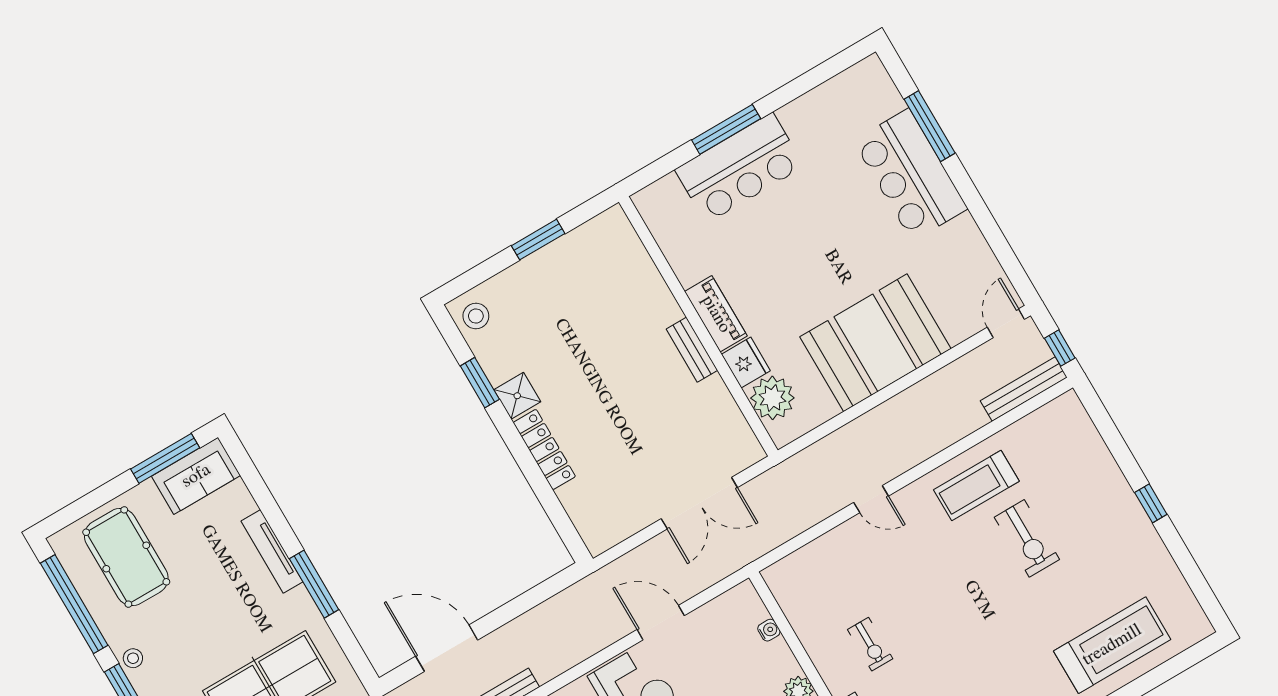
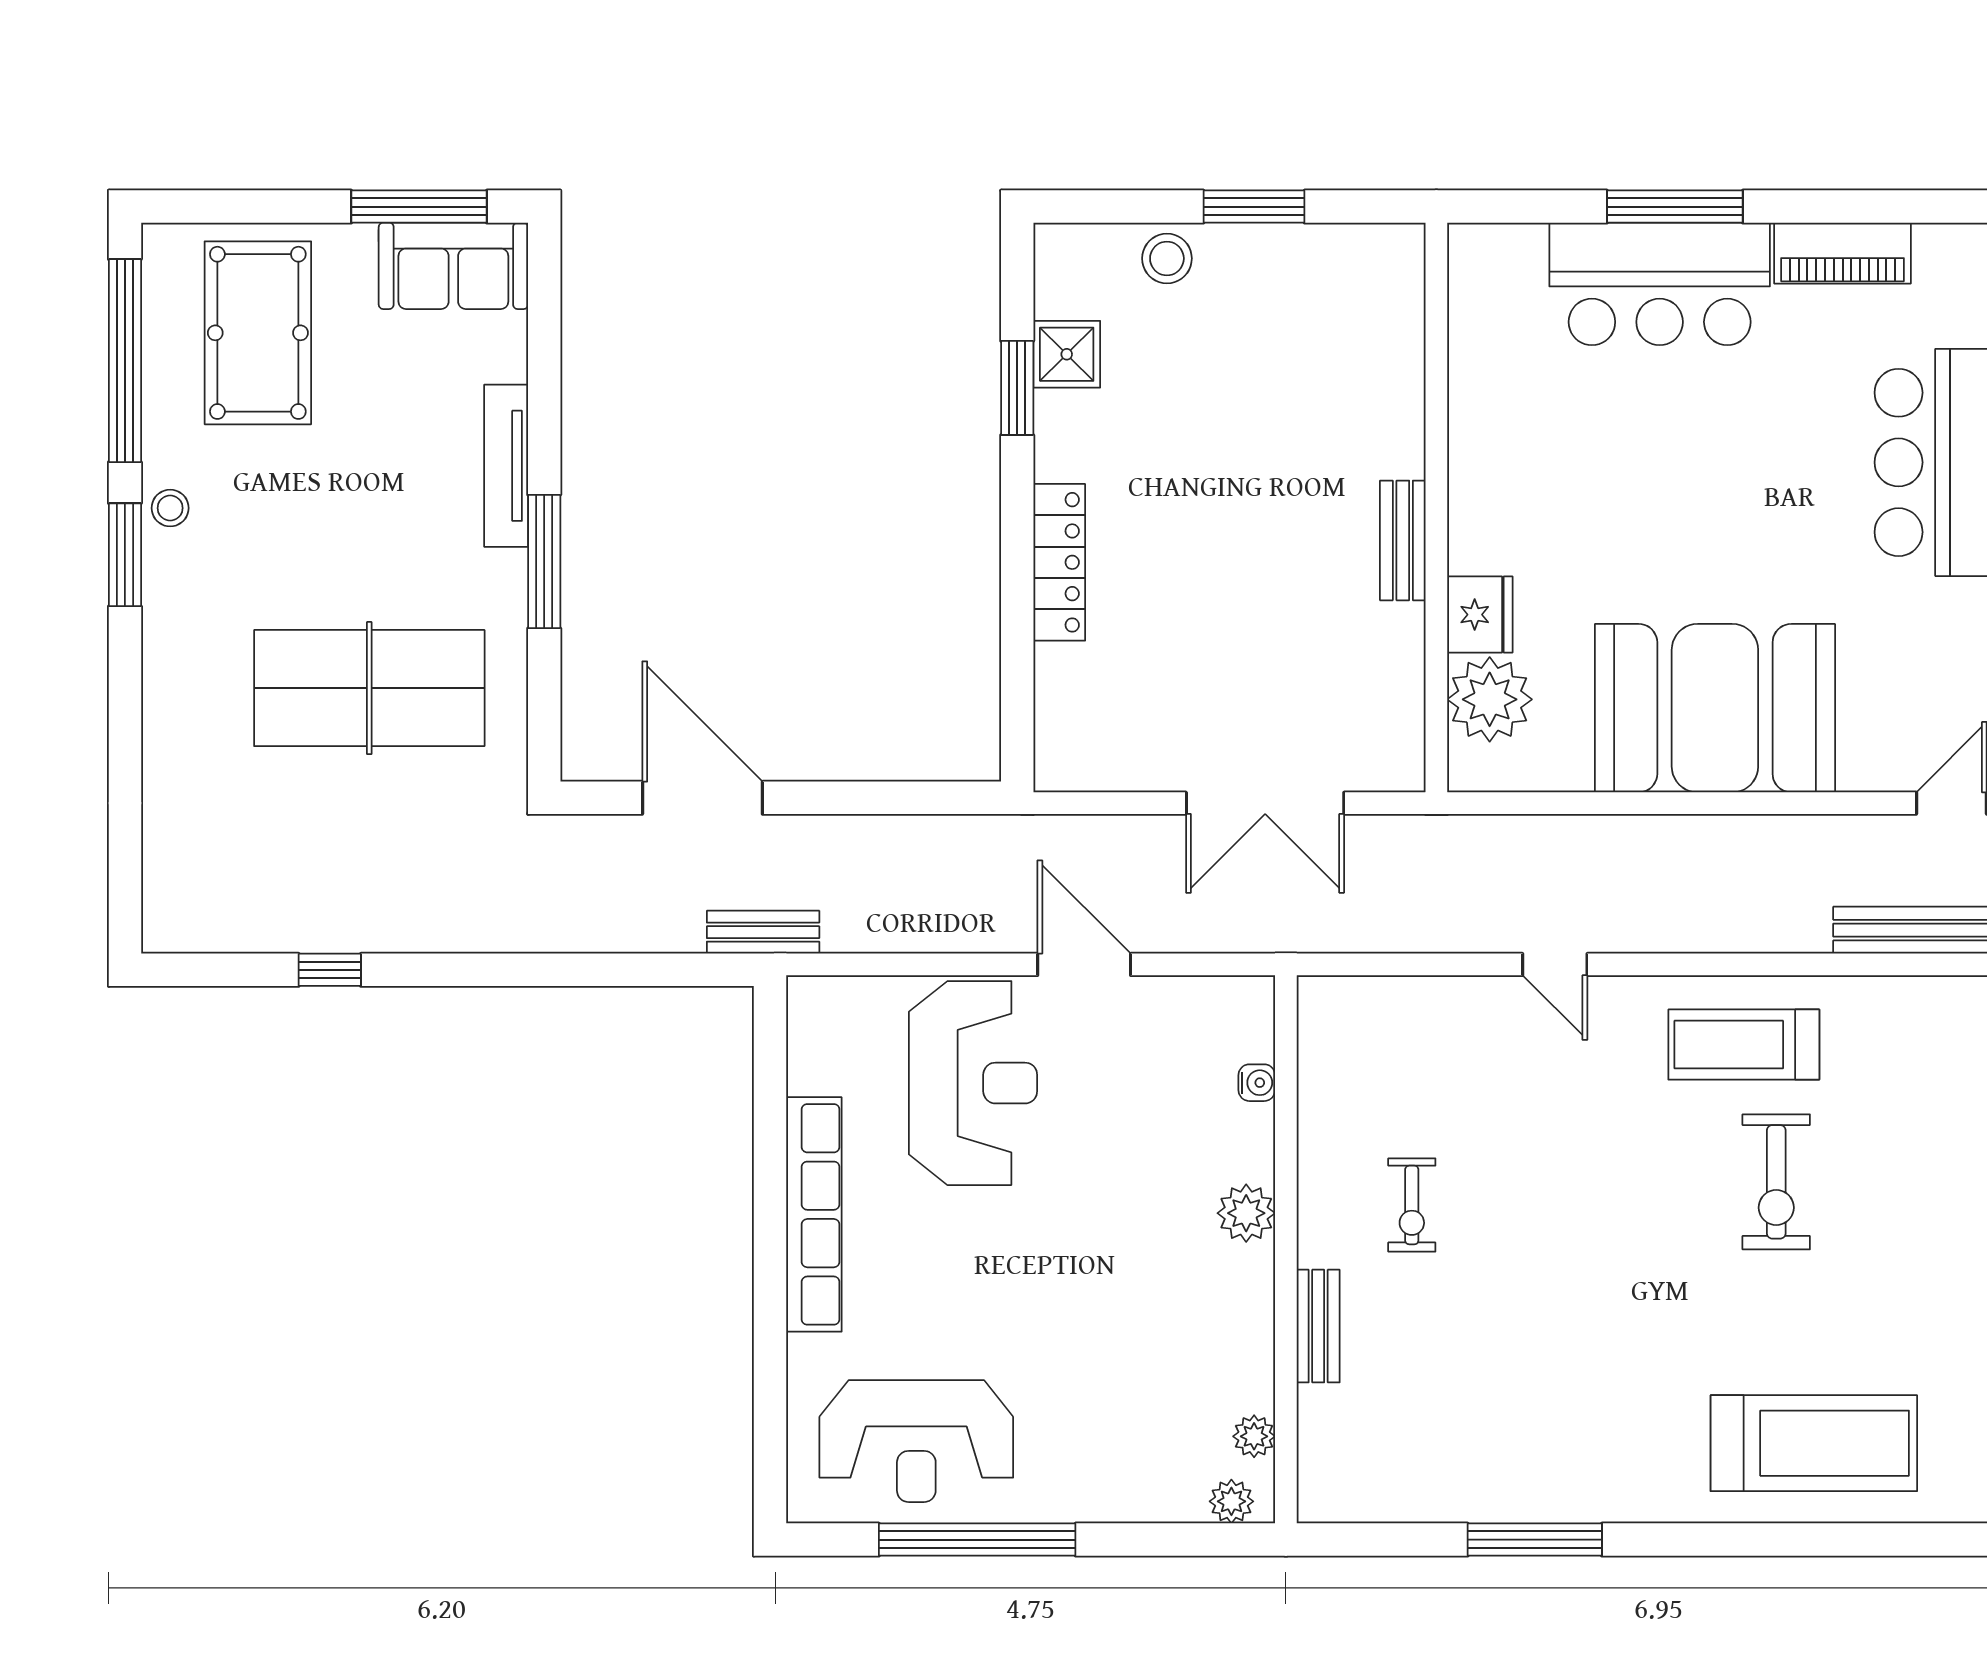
piano: (716, 314) -> (1843, 253), moved, turned 90
stool: (476, 316) -> (1167, 258), moved
shower: (517, 396) -> (1067, 354), moved

